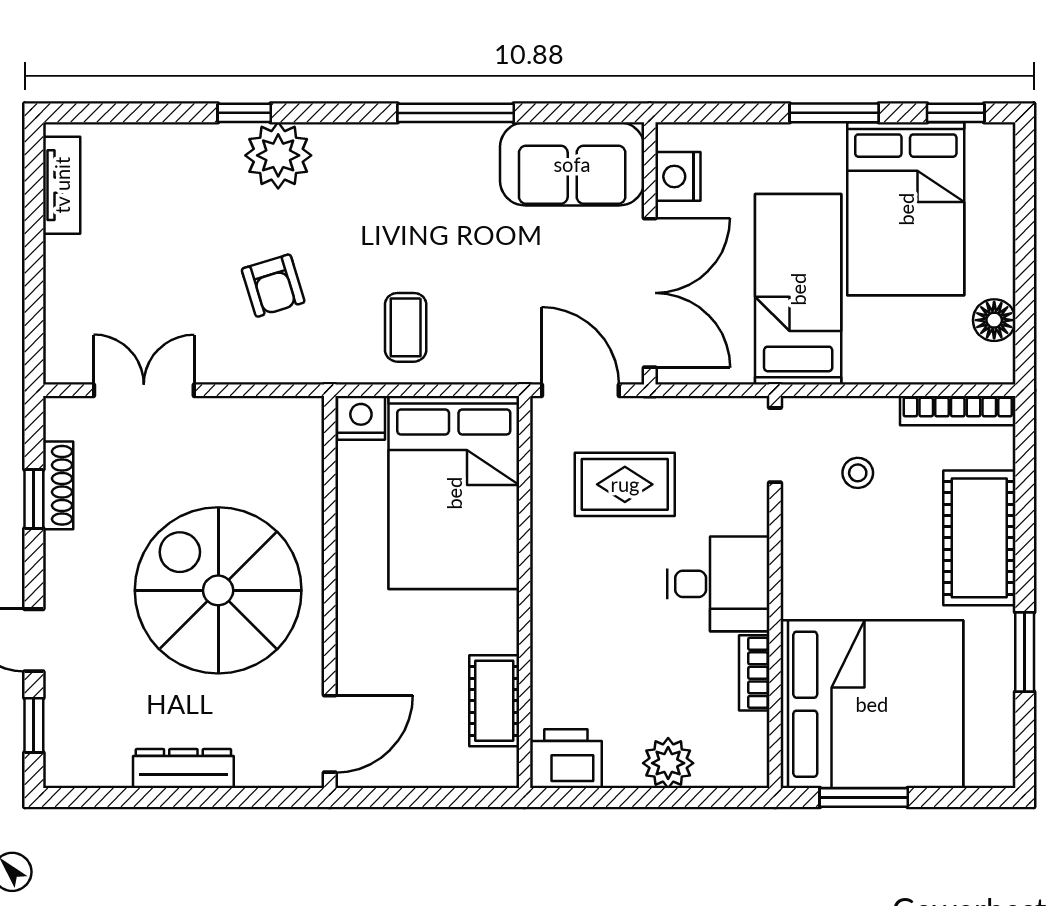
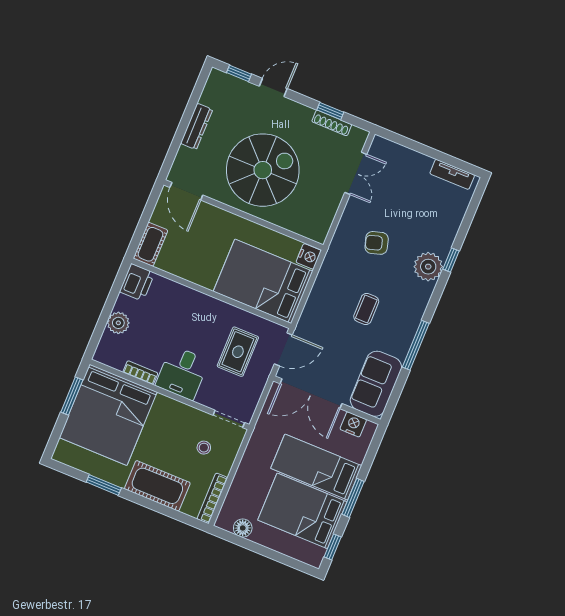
bed: (798, 289) -> (316, 467), moved, turned 180
coffee table: (406, 327) -> (366, 309), moved, turned 90
cot: (494, 701) -> (151, 244), moved, turned 90

